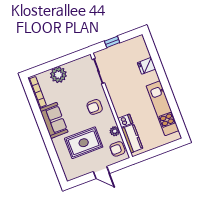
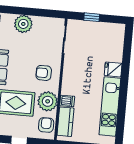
fridge: (147, 66) -> (113, 69), moved
plant: (115, 131) -> (48, 101), width x1.88, depth x1.88
armchair: (117, 149) -> (46, 125), turned 90

